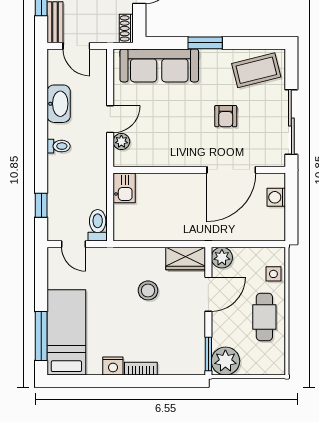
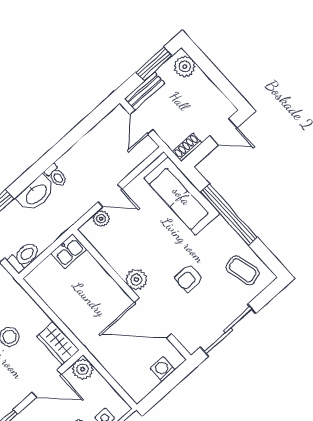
window: (205, 43) -> (229, 215), width x2.11
coffee table: (256, 70) -> (243, 270), width x0.73, depth x0.77
washbasin: (59, 104) -> (36, 194), moved
plant: (191, 156) -> (136, 280), added

